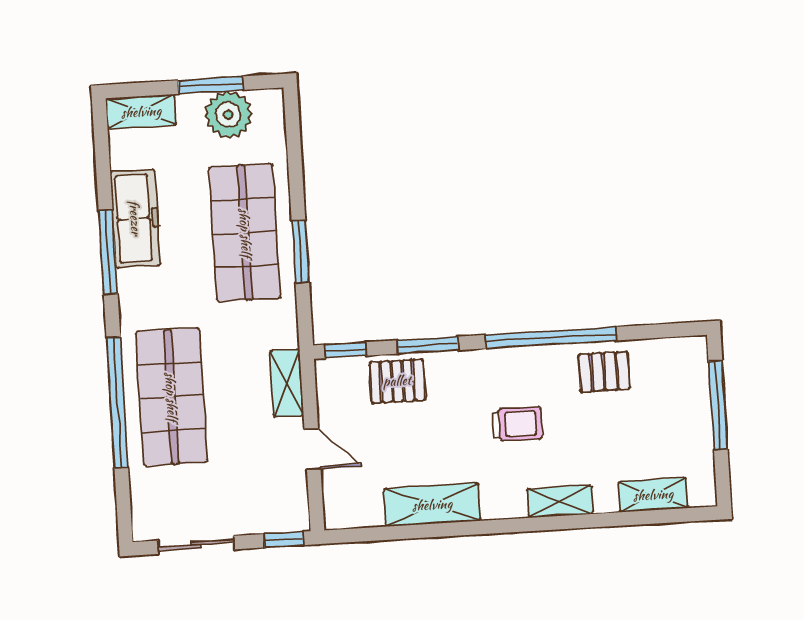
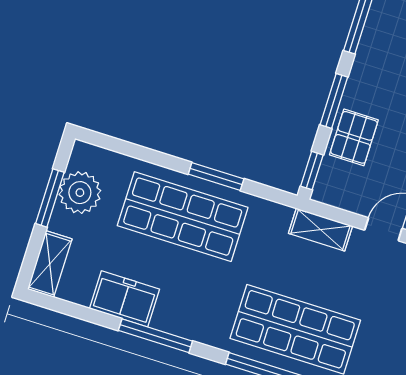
freezer: (135, 218) -> (124, 299), width x0.71

